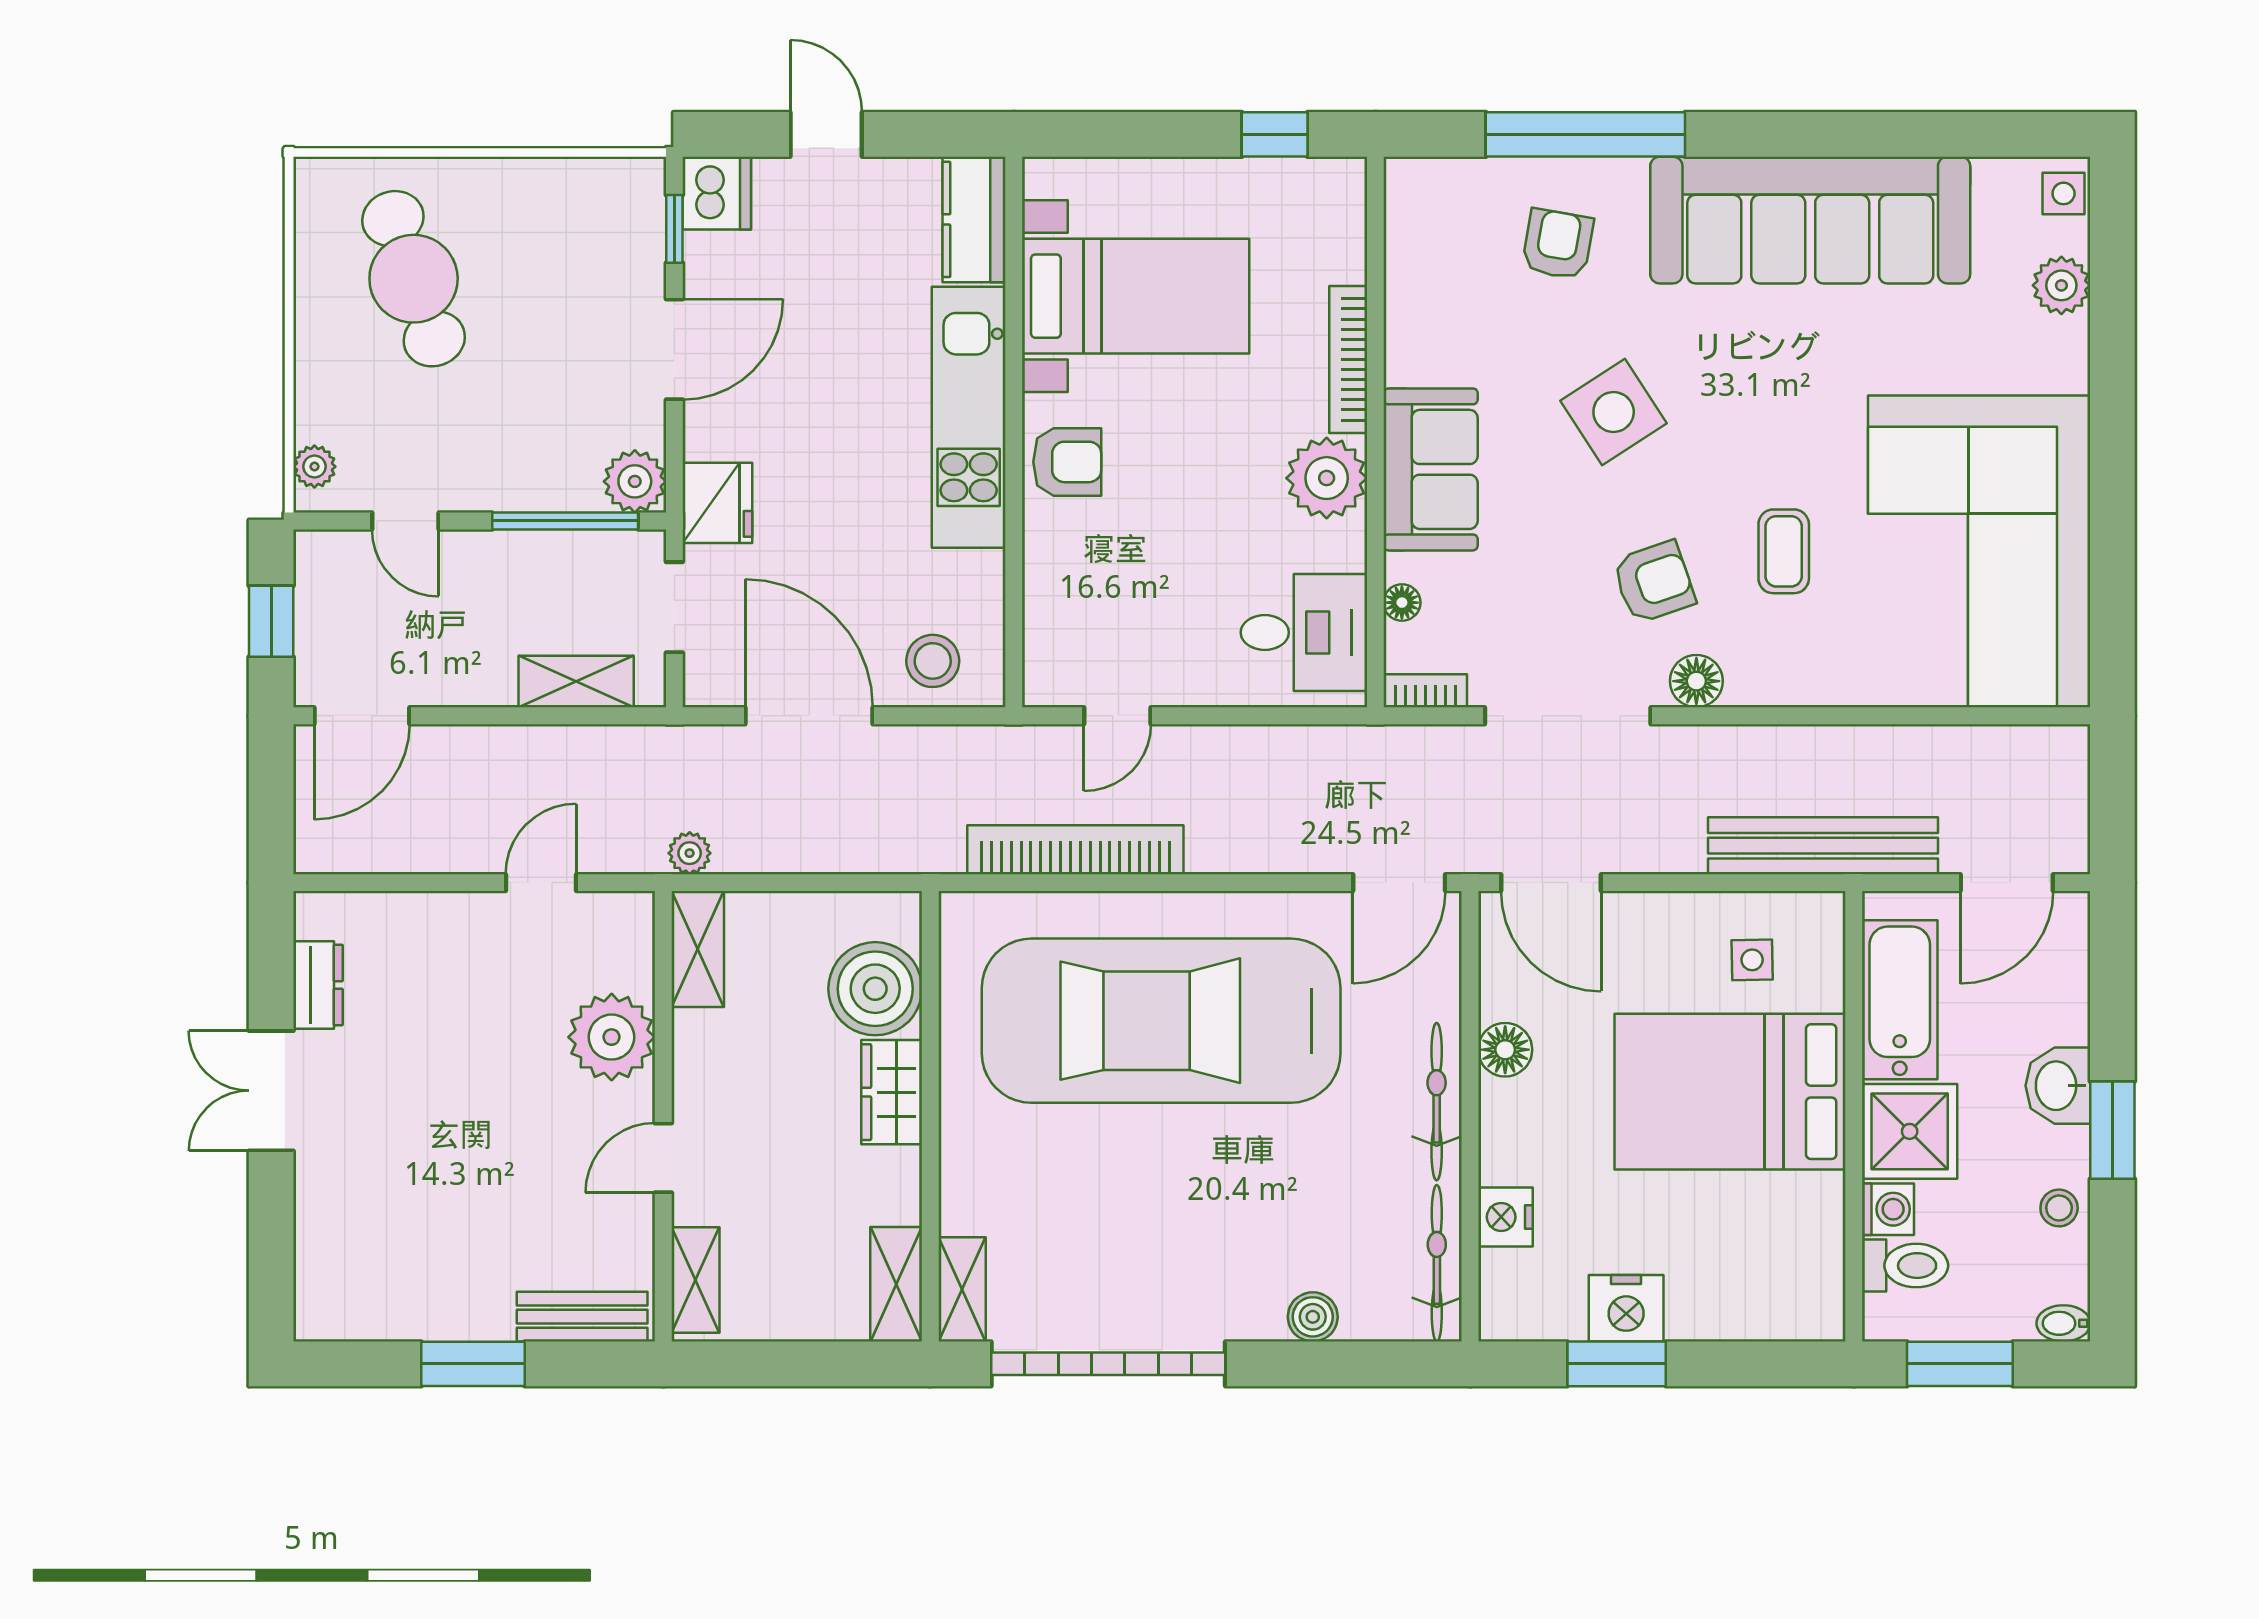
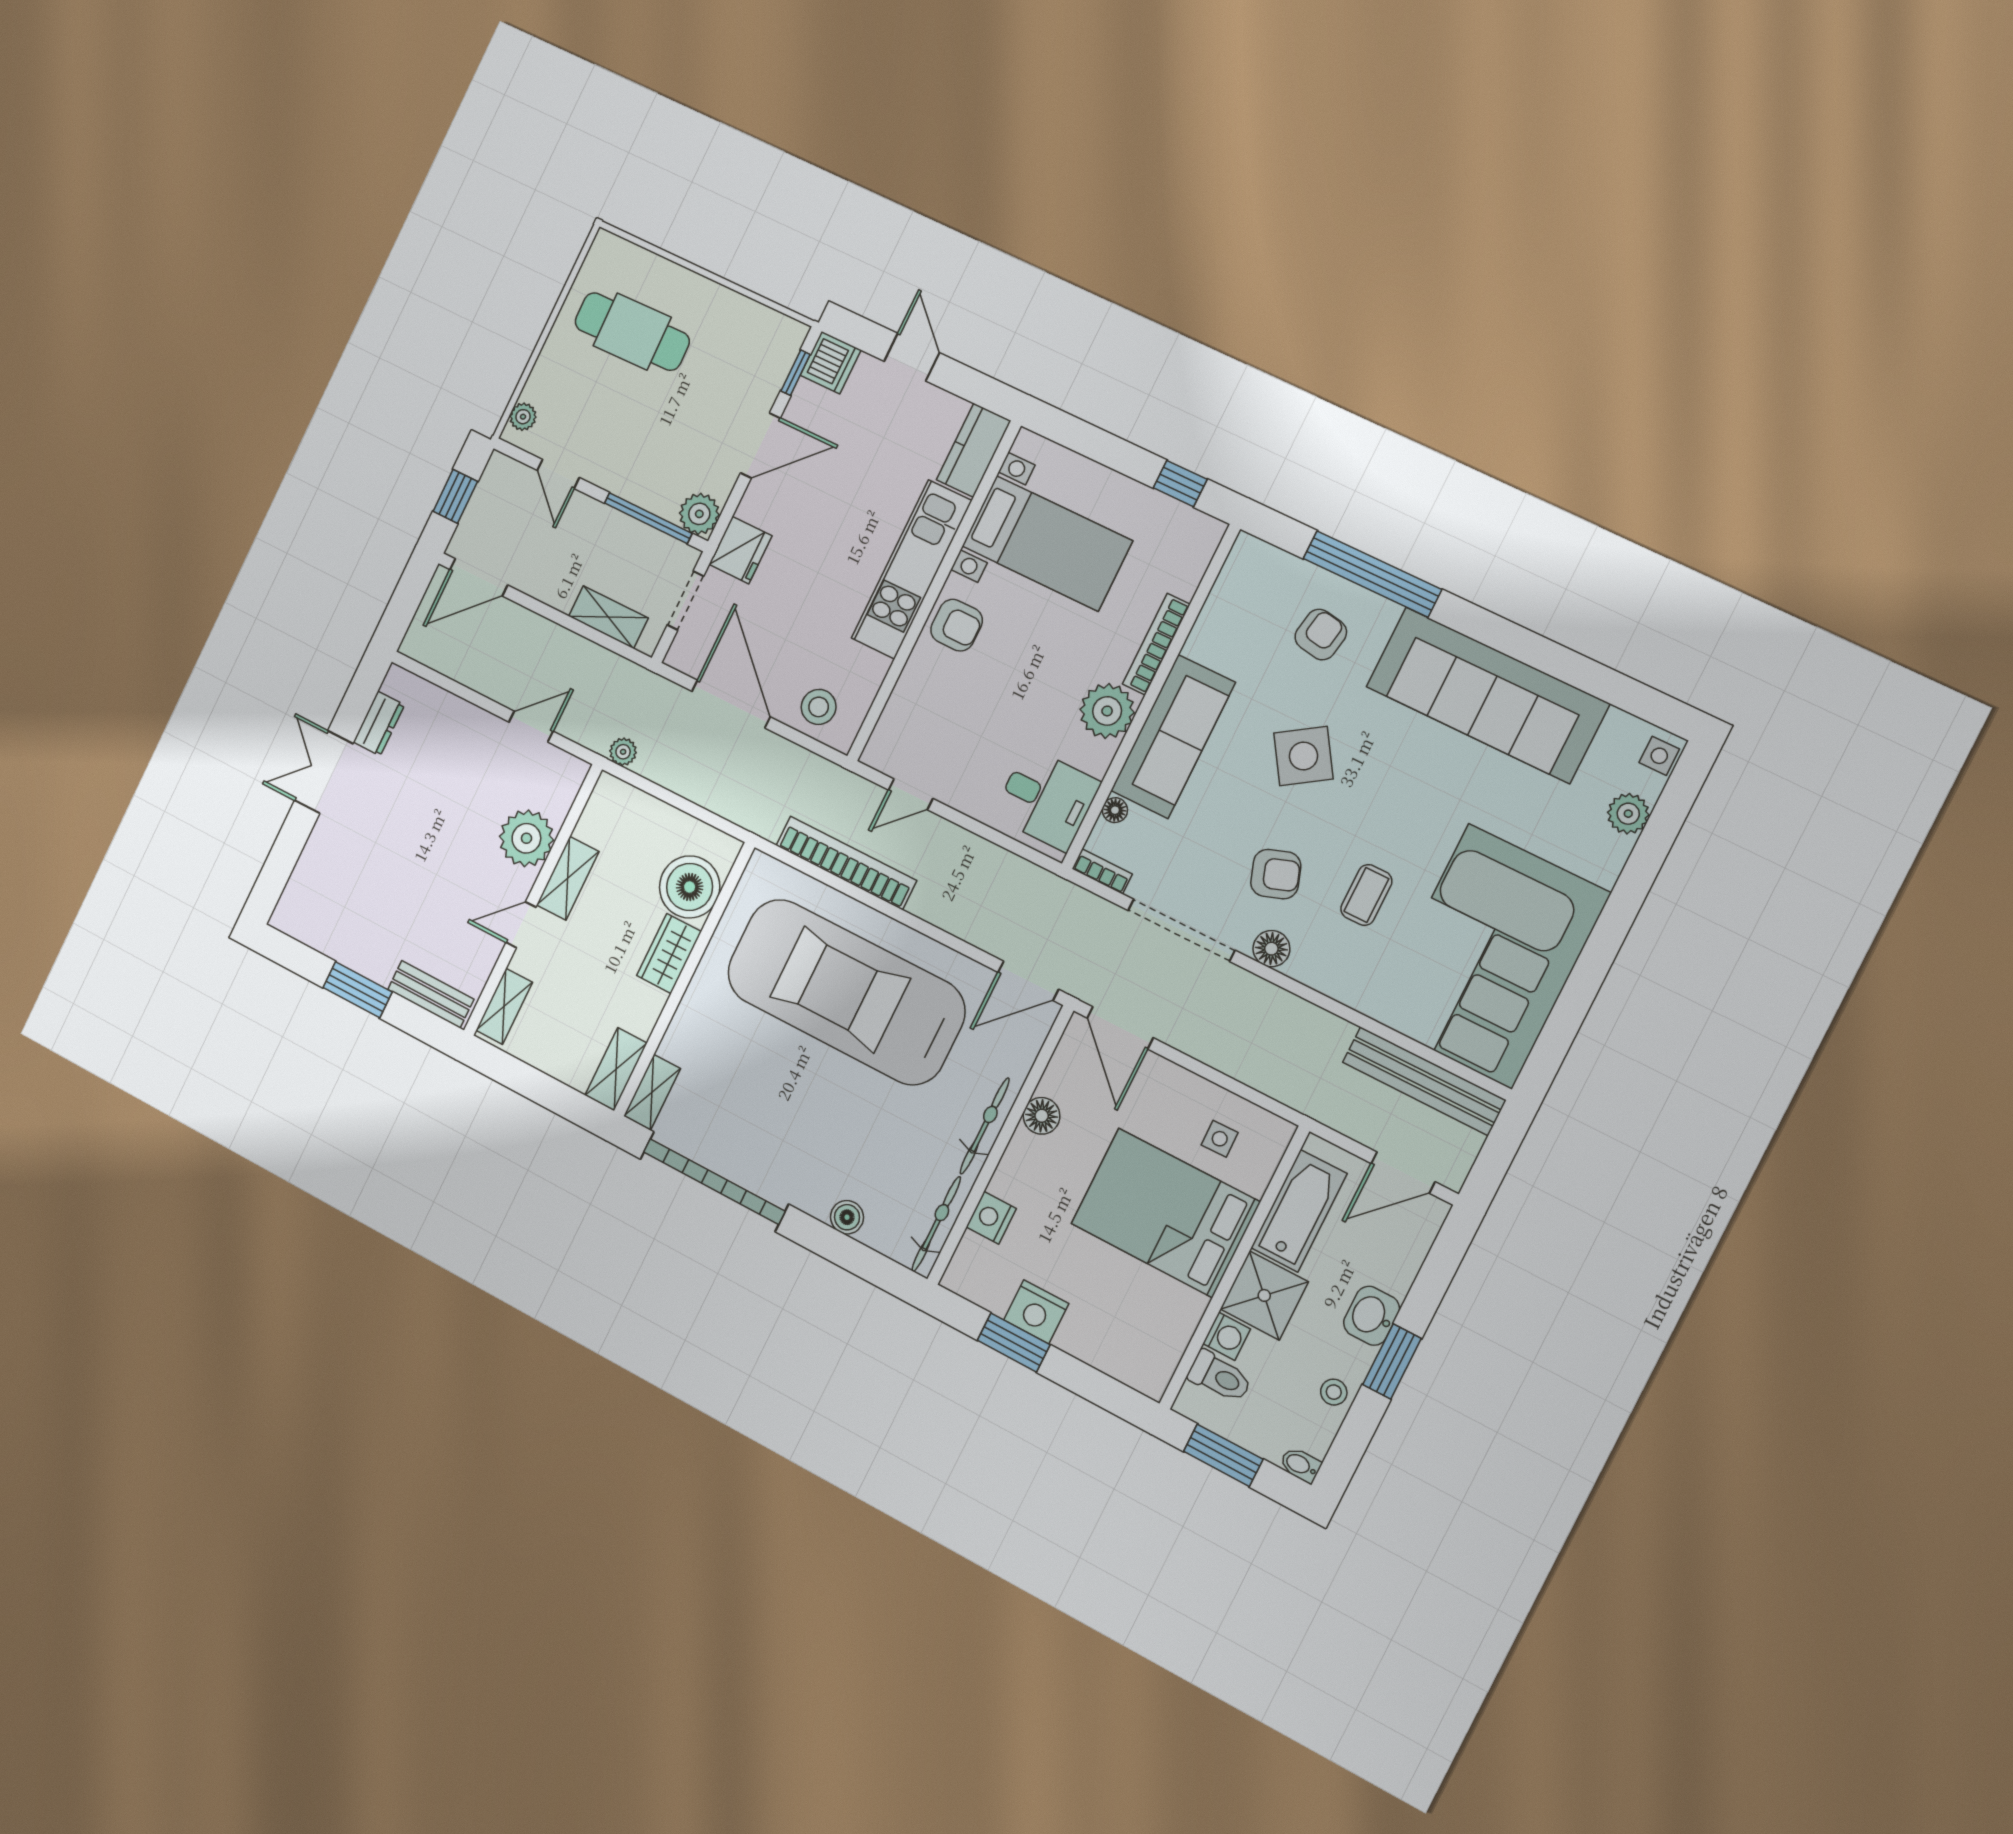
cafe table: (414, 279) -> (632, 332), turned -72
sofa: (1431, 469) -> (1173, 737), width x1.36
bench: (1823, 846) -> (1424, 1081), moved
shelving: (698, 949) -> (568, 878), moved

